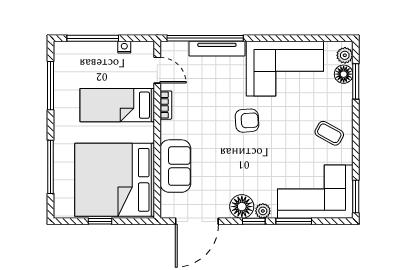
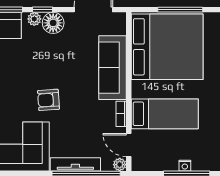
nightstand: (124, 47) -> (185, 166), moved
plant: (168, 48) -> (120, 165), added
sofa: (175, 166) -> (113, 68), width x1.36
window: (100, 221) -> (180, 10), width x2.17

